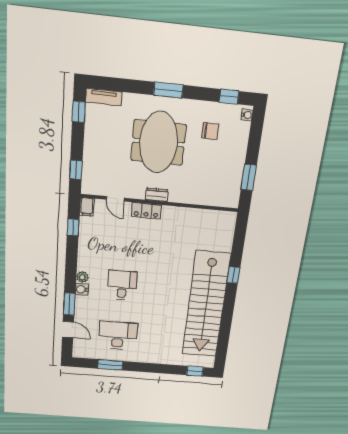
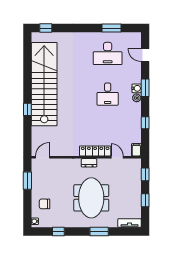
window: (168, 90) -> (99, 231), moved
window: (229, 97) -> (58, 231), moved
window: (79, 112) -> (145, 200), moved
chair: (210, 131) -> (44, 204), moved
door: (222, 209) -> (43, 157), added
locker: (146, 211) -> (95, 151), width x1.53
window: (73, 228) -> (145, 123), moved
window: (69, 304) -> (145, 88), moved

